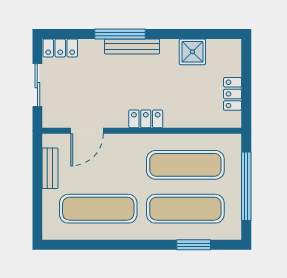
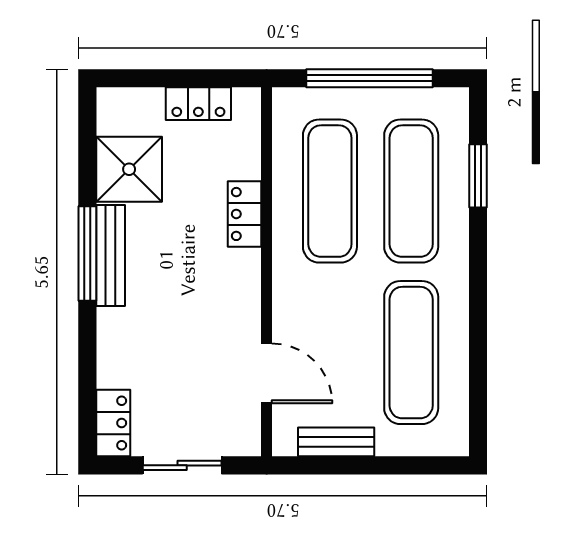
window: (120, 34) -> (87, 254), moved
bench: (132, 47) -> (111, 256), moved
shower: (192, 52) -> (129, 169), width x1.36, depth x1.36
locker: (146, 119) -> (245, 214), moved

